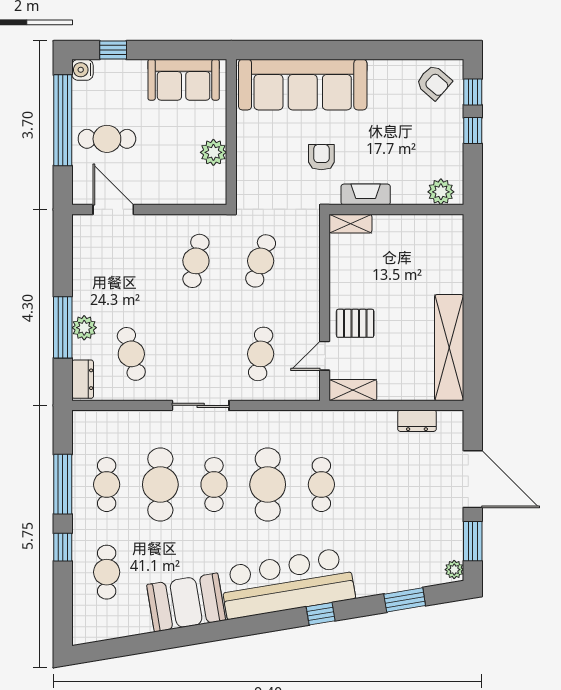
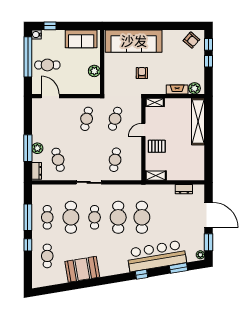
fireplace: (366, 194) -> (177, 89), moved
shelving: (449, 348) -> (198, 122), moved
door: (325, 356) -> (143, 130), moved
cafe table: (321, 485) -> (142, 217), width x1.37, depth x1.35
bar counter: (287, 583) -> (157, 256), moved

